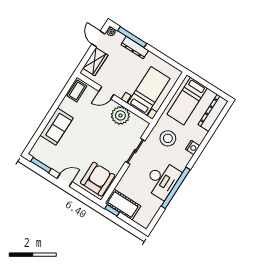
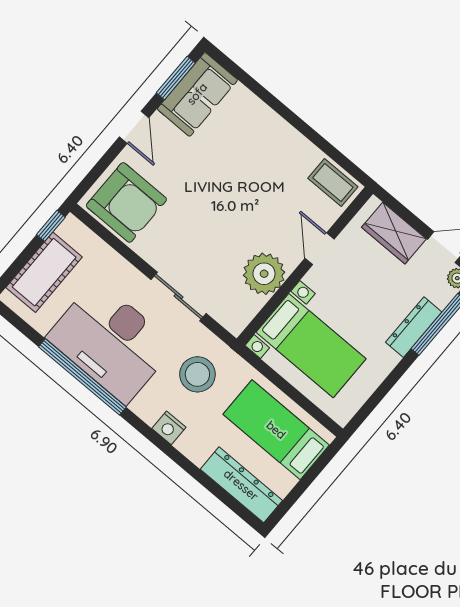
sofa: (57, 127) -> (197, 94), moved, turned -90
desk: (162, 180) -> (111, 342), width x1.36, depth x1.30
cot: (123, 204) -> (44, 272), moved

